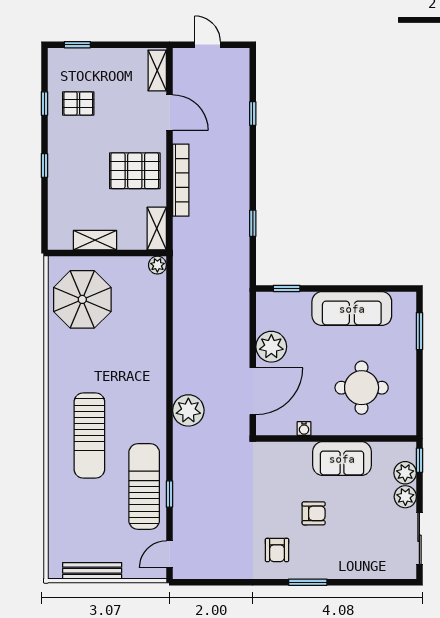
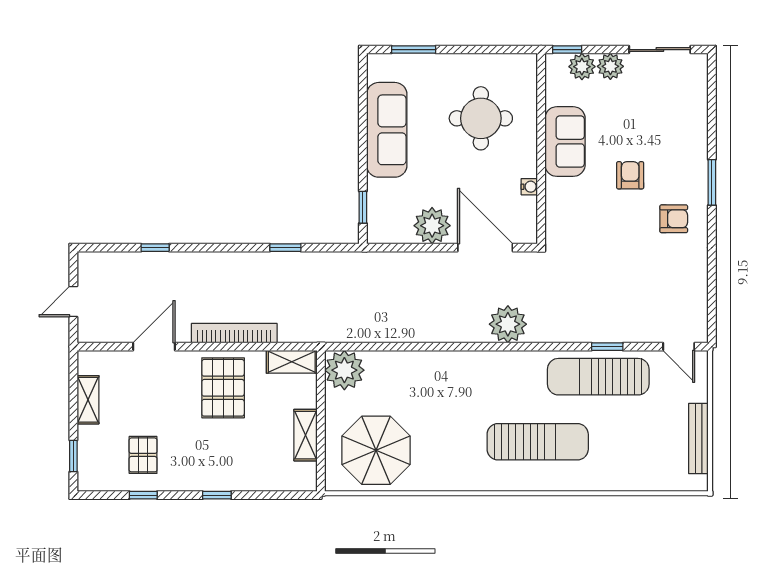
shelving: (157, 71) -> (88, 400), moved, turned 90
plant: (157, 265) -> (344, 370), width x1.88, depth x1.88

